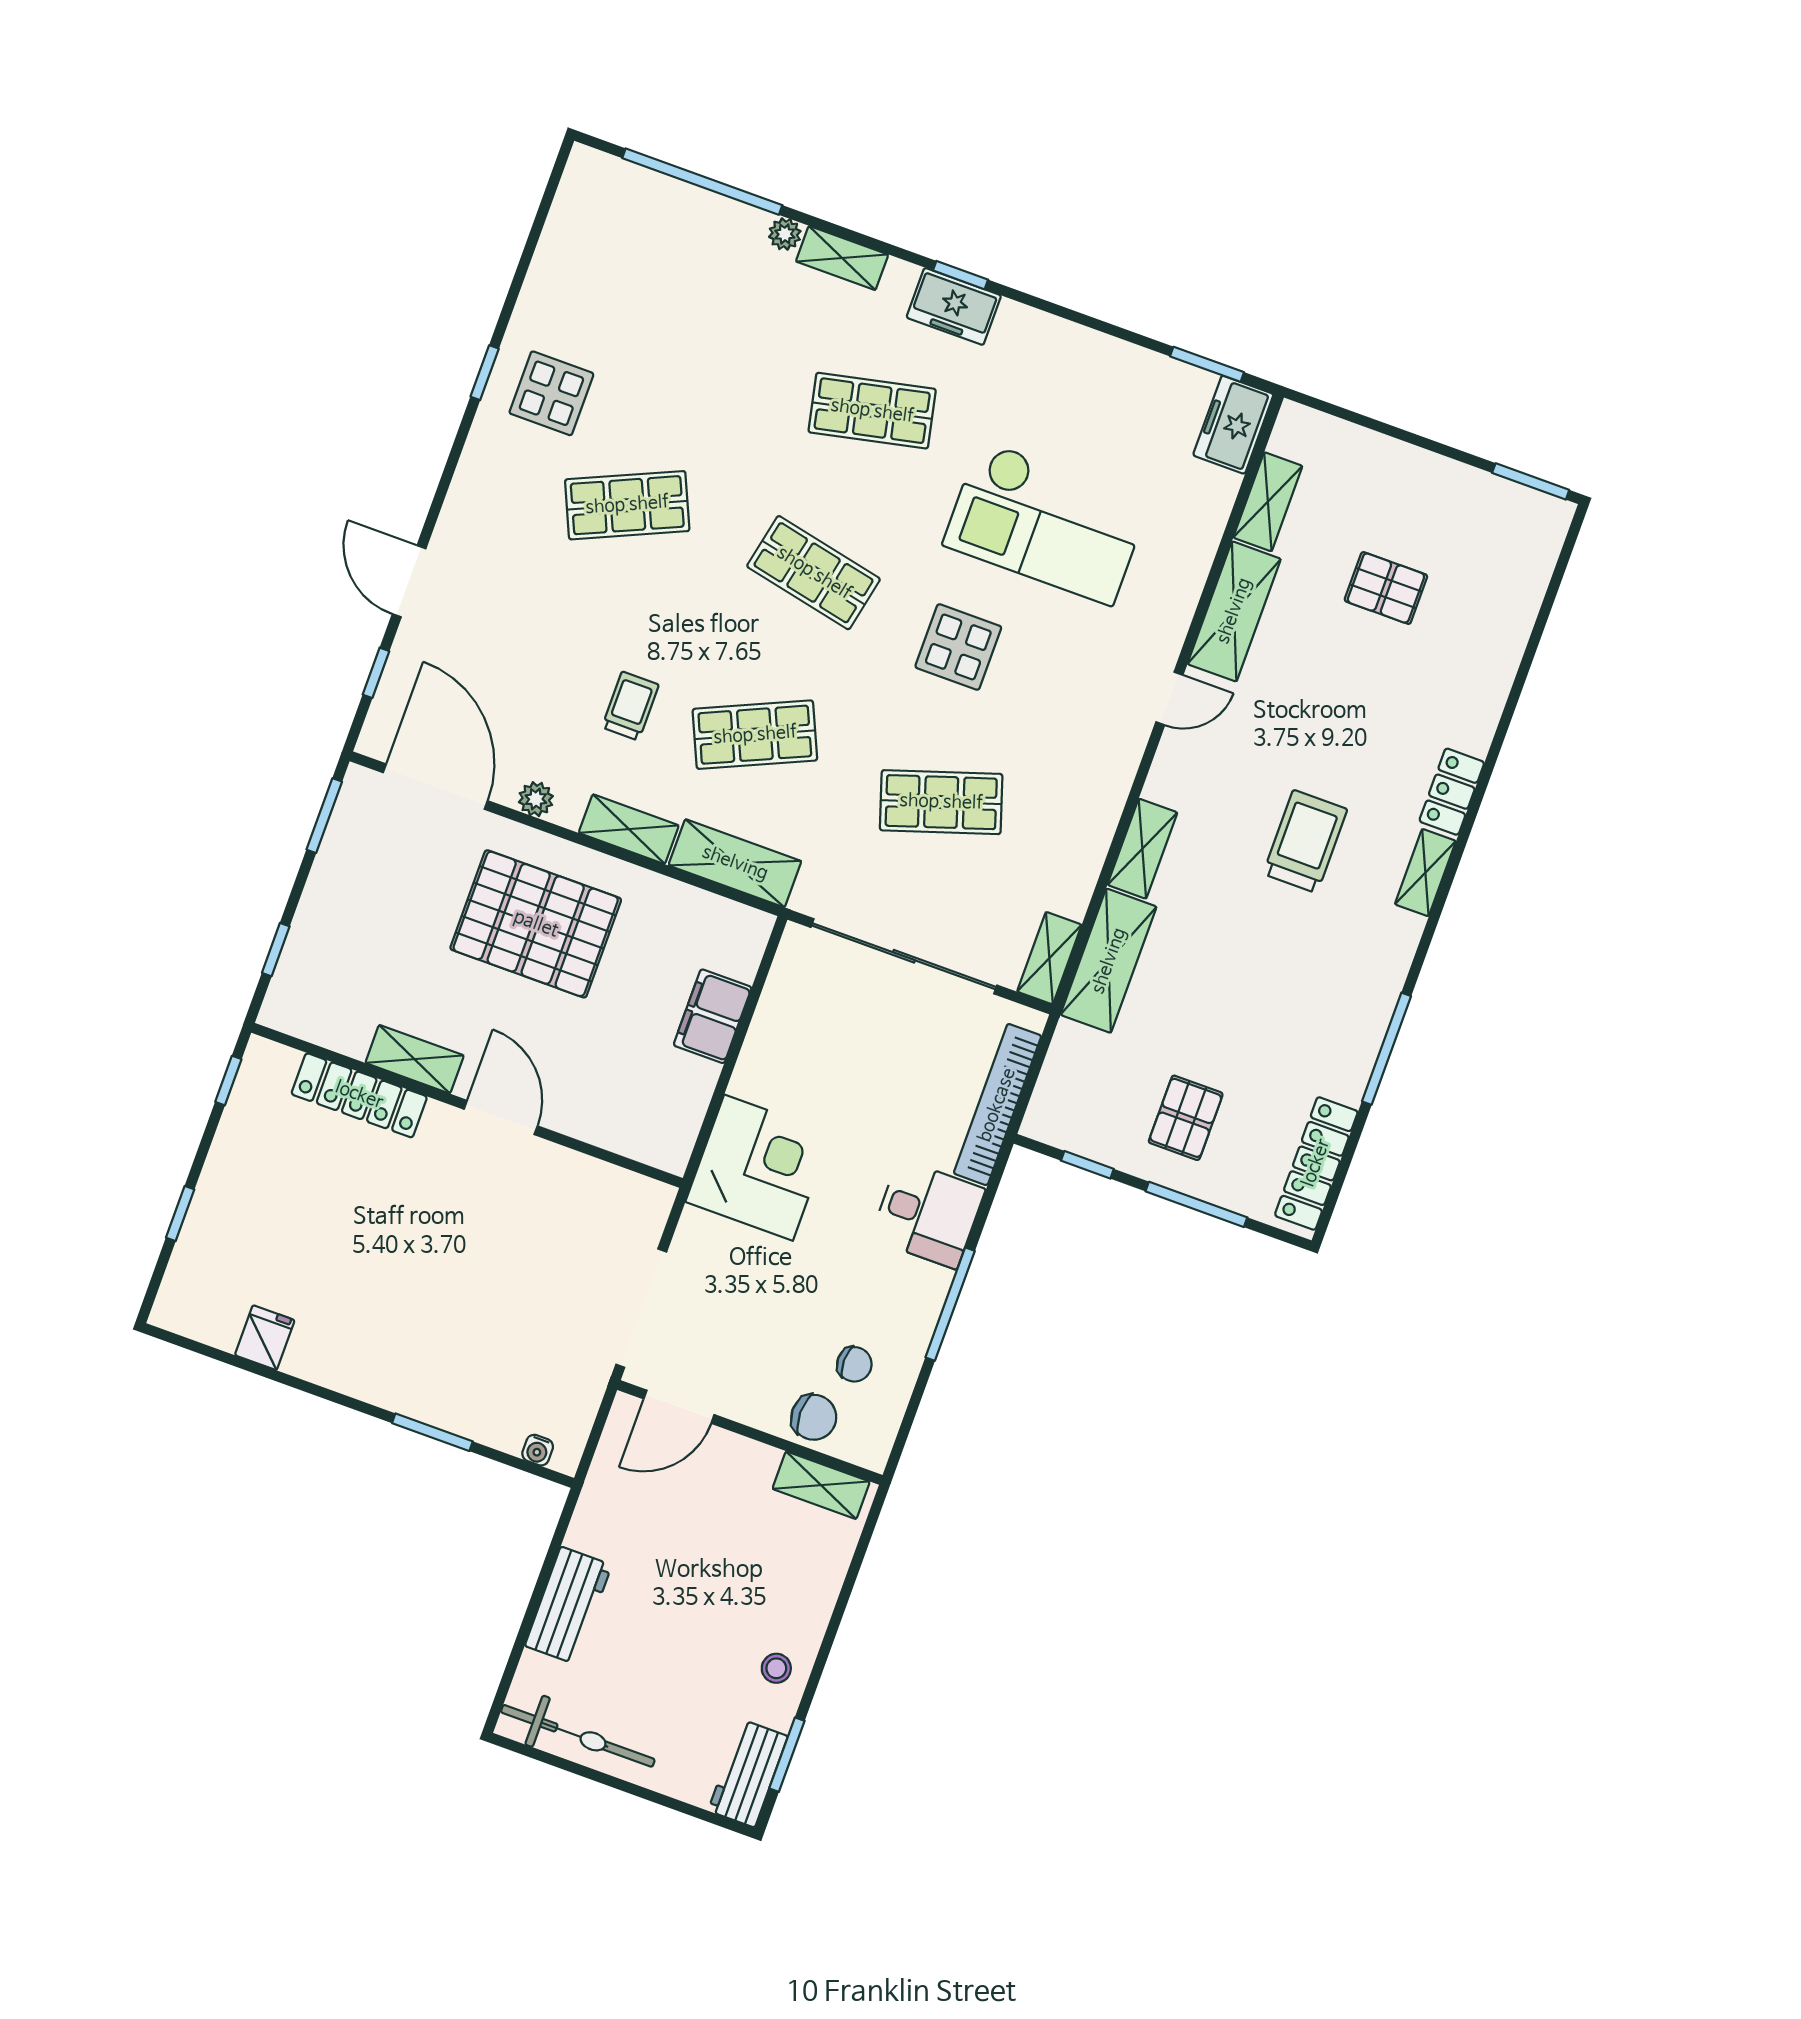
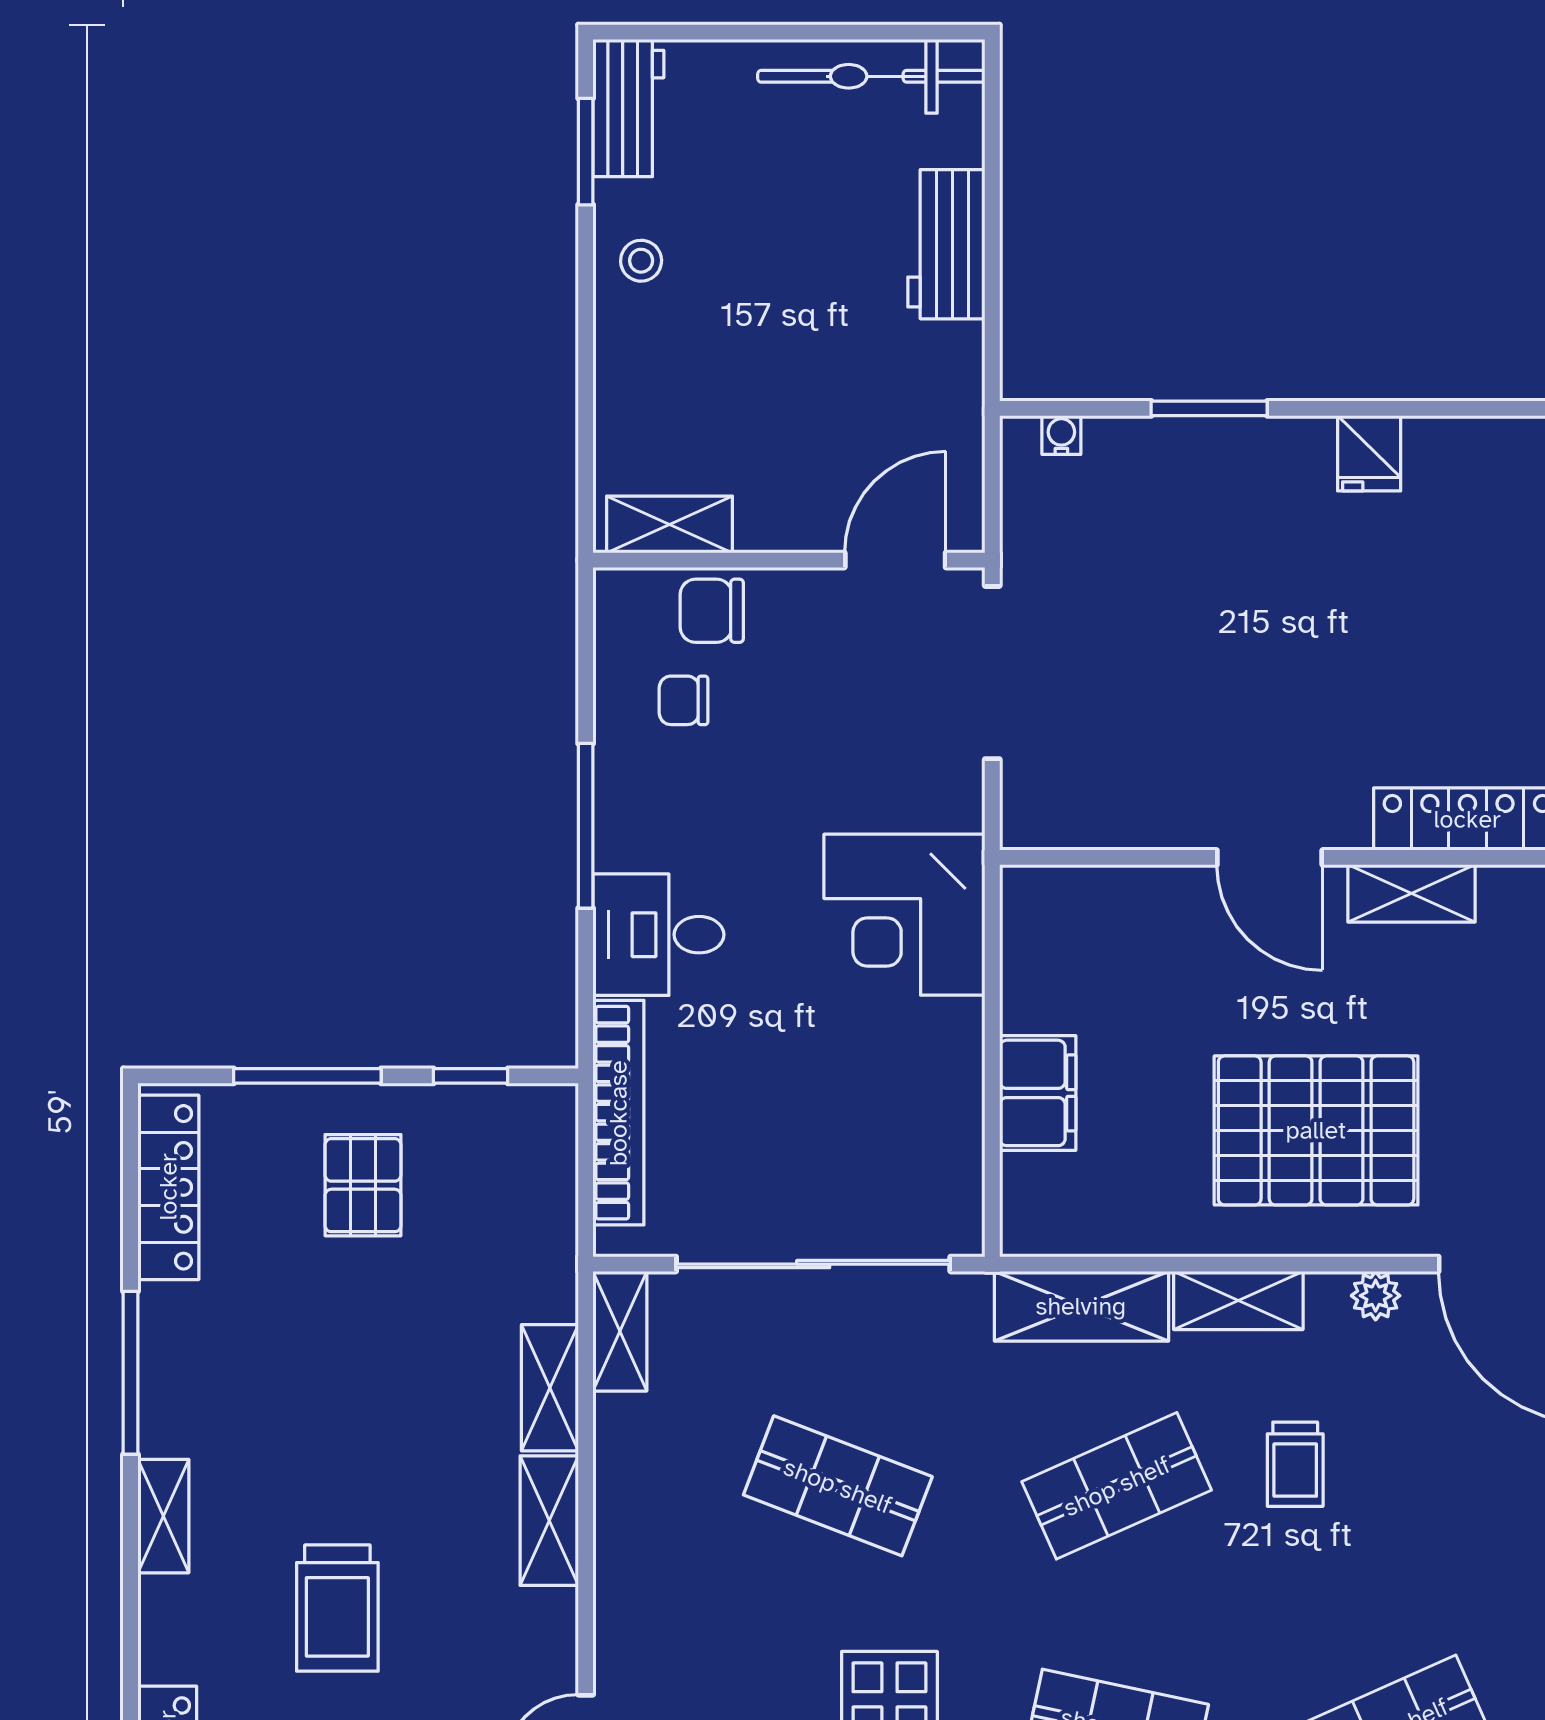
shop shelf: (941, 802) -> (838, 1486), turned 39
shelving: (1425, 873) -> (163, 1516), moved
shelving: (1109, 961) -> (550, 1388), width x0.67, depth x0.75
fridge: (265, 1338) -> (1369, 453), moved

